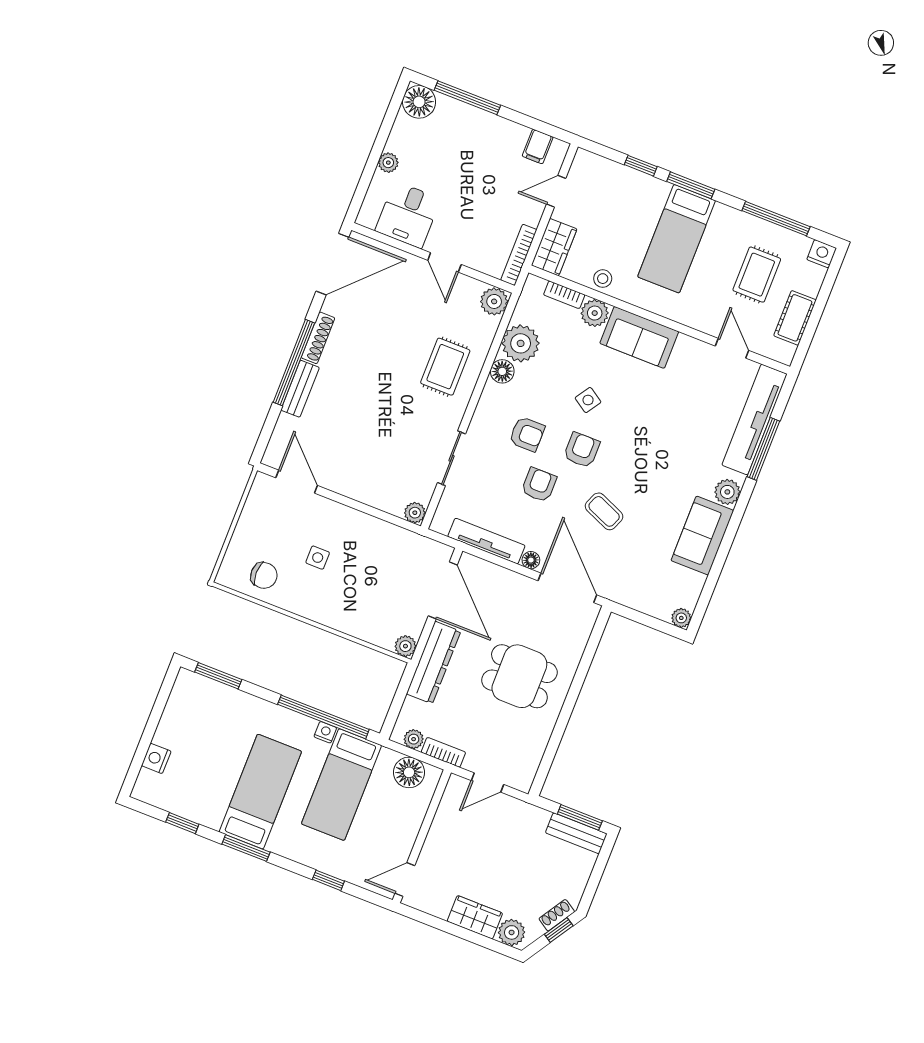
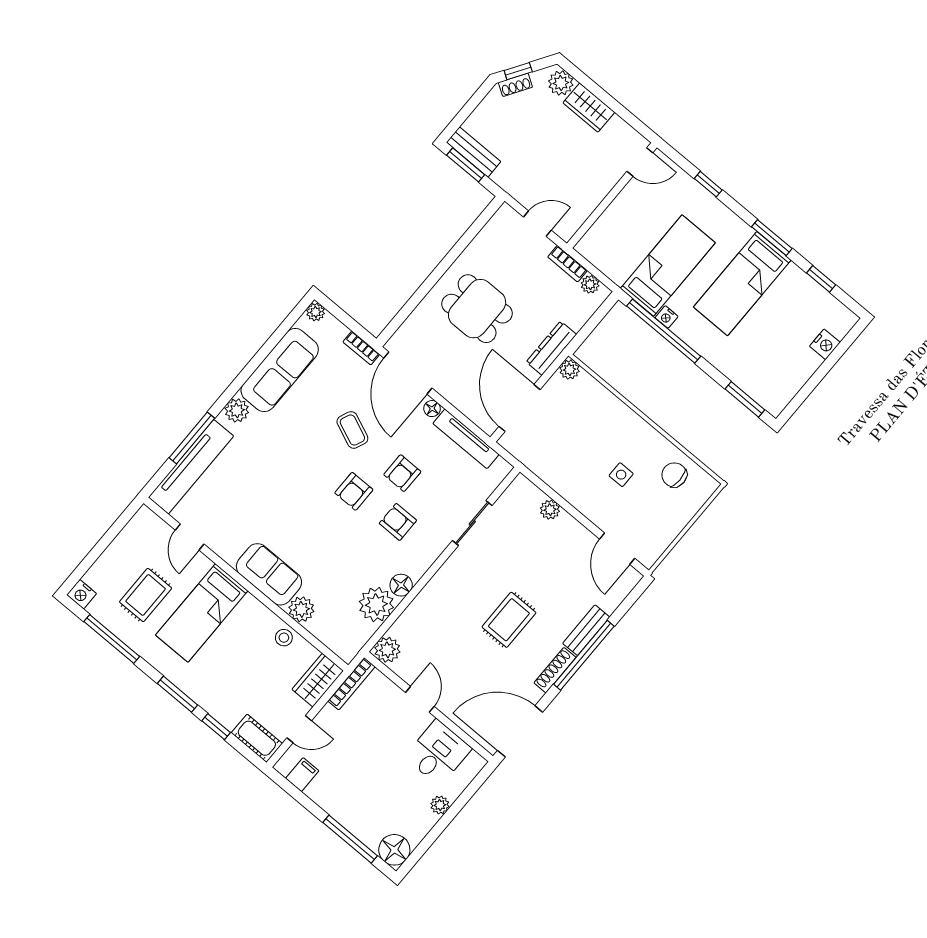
bed: (677, 239) -> (202, 613), moved, turned 180
bookcase: (564, 295) -> (361, 348), moved, turned 180
cot: (795, 318) -> (257, 738), moved, turned 90
rug: (445, 367) -> (509, 620), moved
side table: (588, 400) -> (333, 534), removed
plant: (415, 513) -> (550, 510), moved
sofa: (702, 536) -> (280, 370), width x1.36
dresser: (434, 663) -> (551, 348), width x0.73, depth x0.80
floor lamp: (409, 772) -> (604, 256), removed

